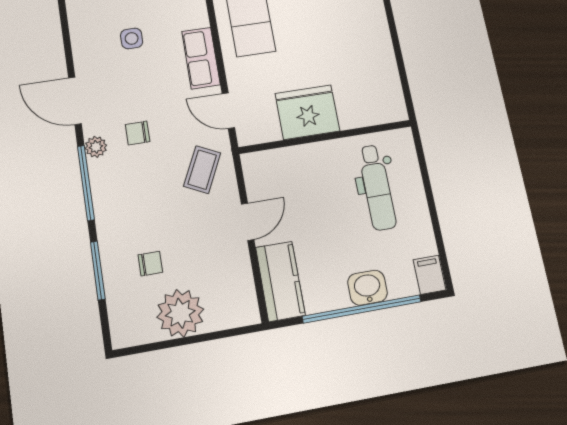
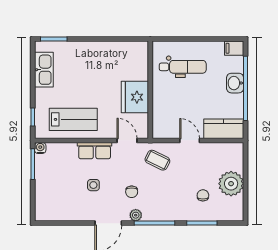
side table: (132, 38) -> (93, 185), moved
door: (228, 111) -> (127, 140), swing flipped

